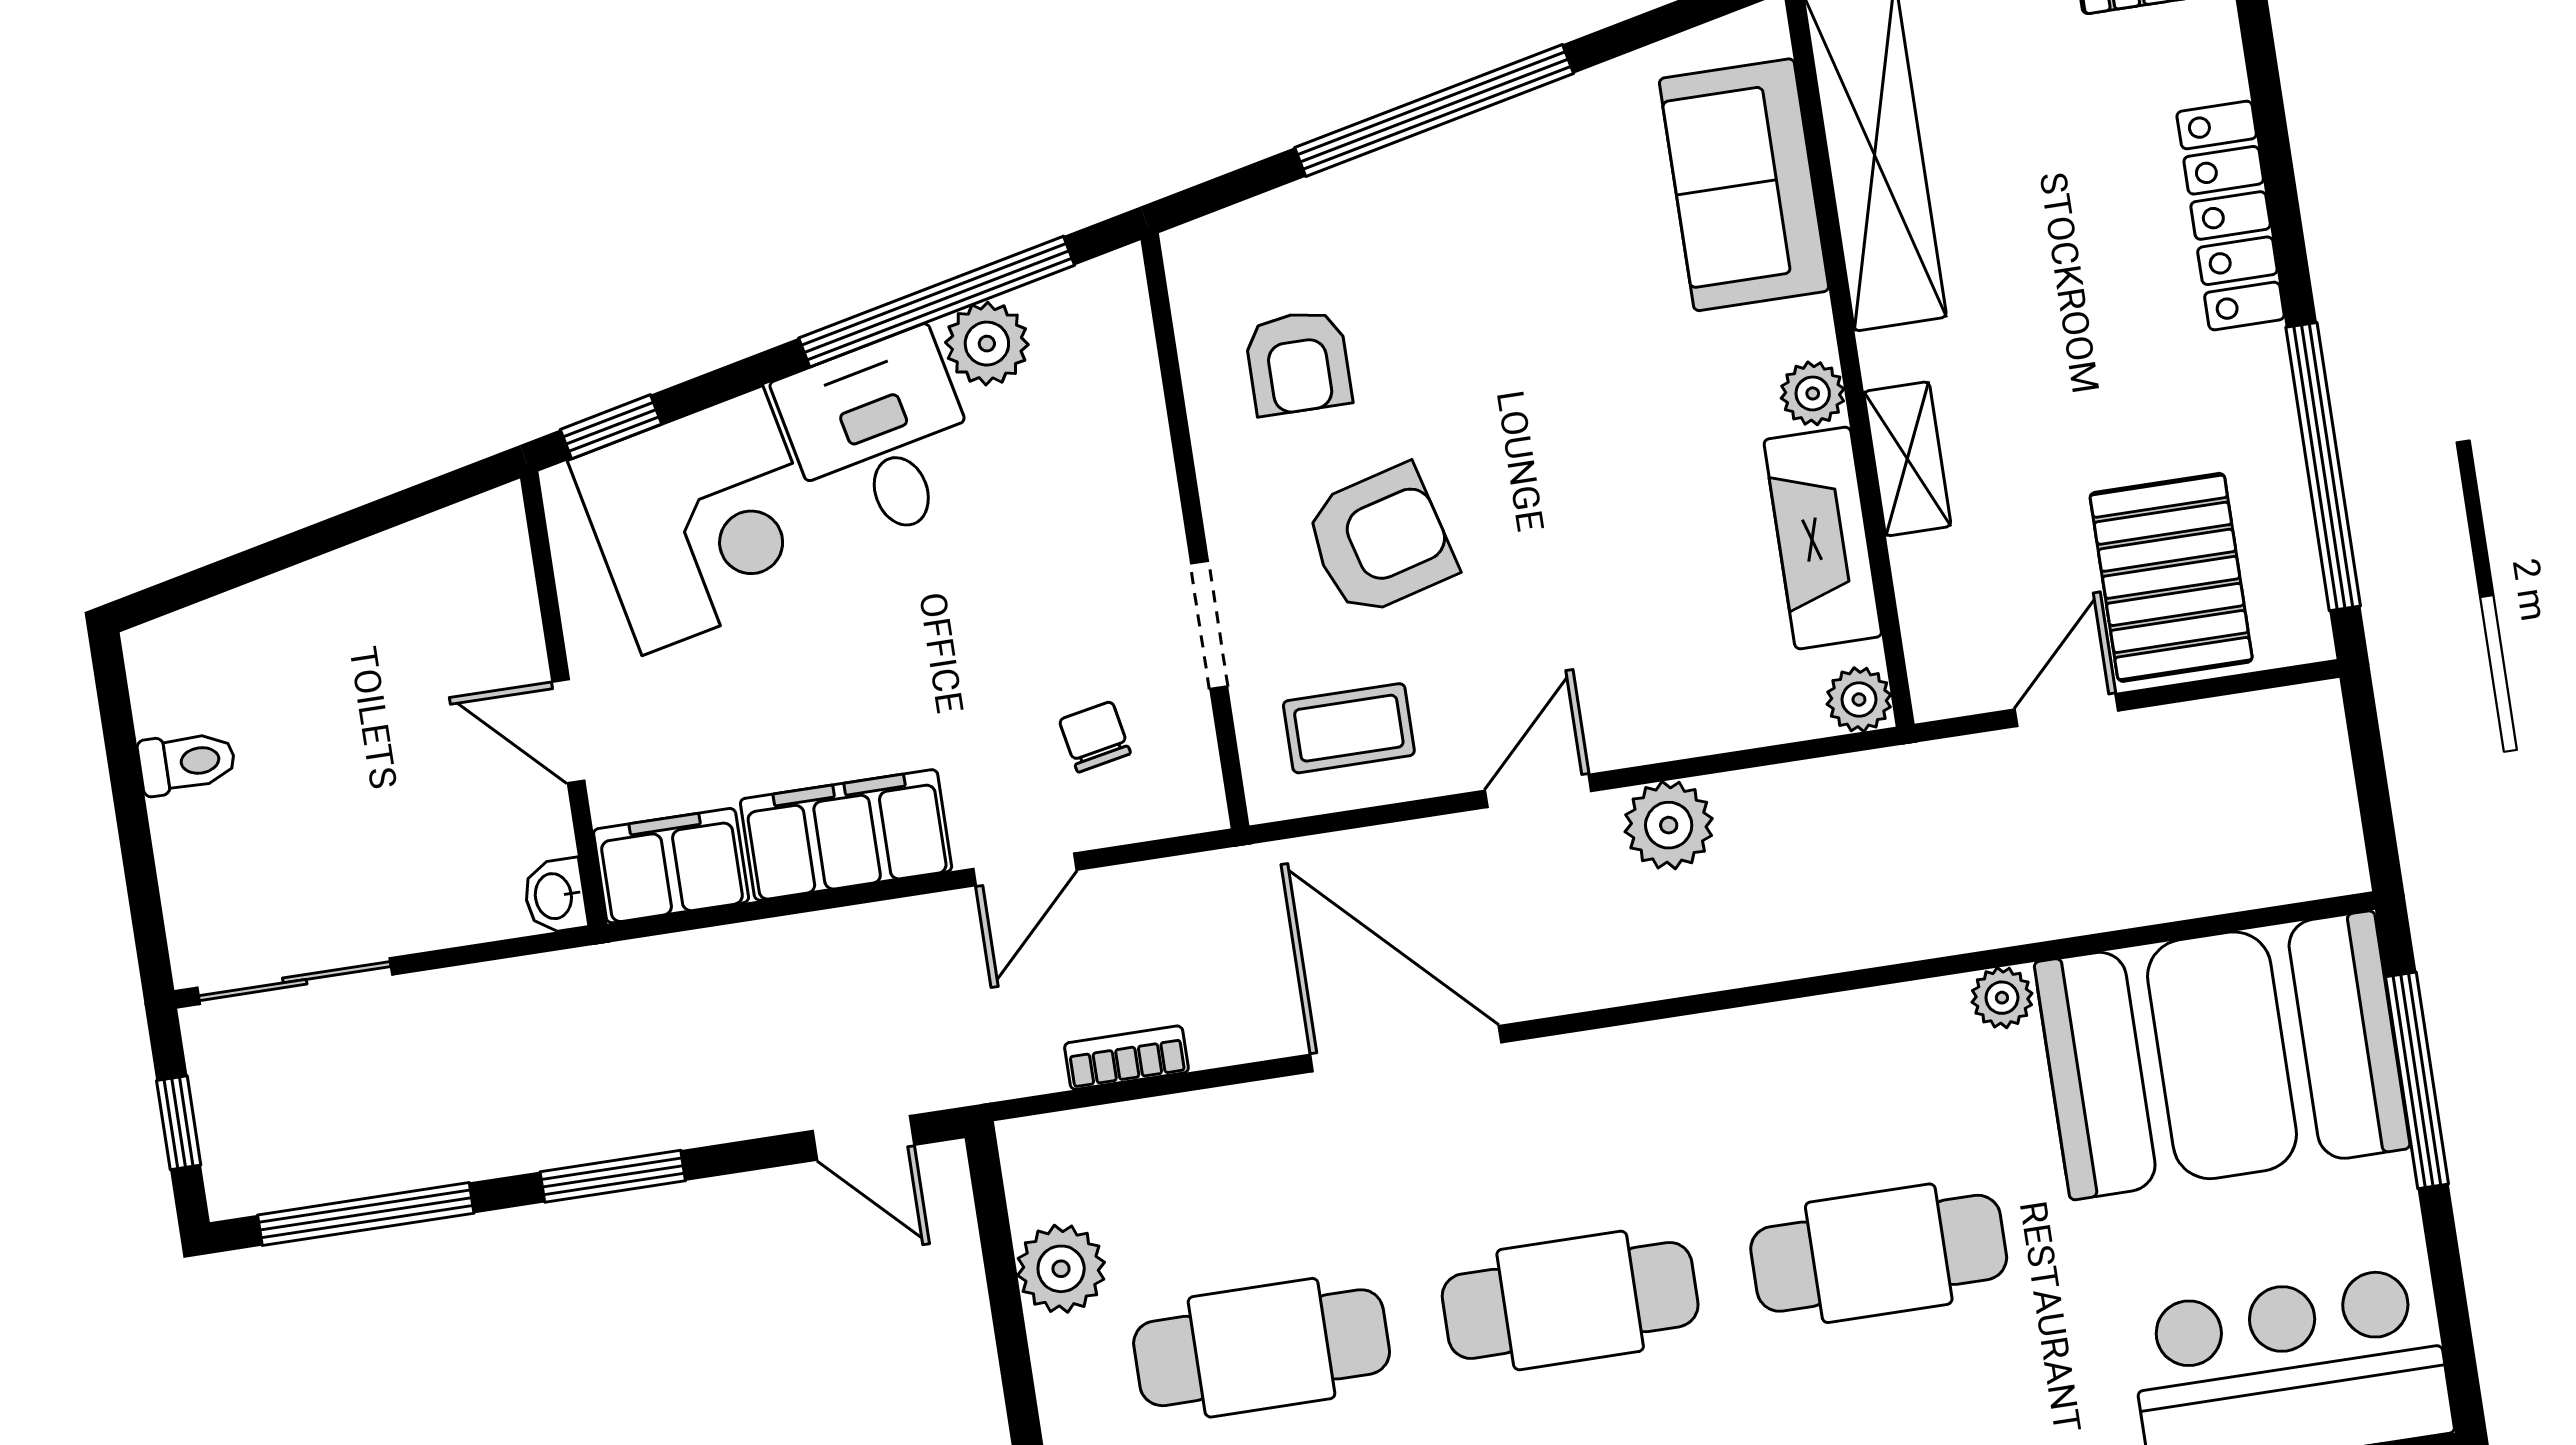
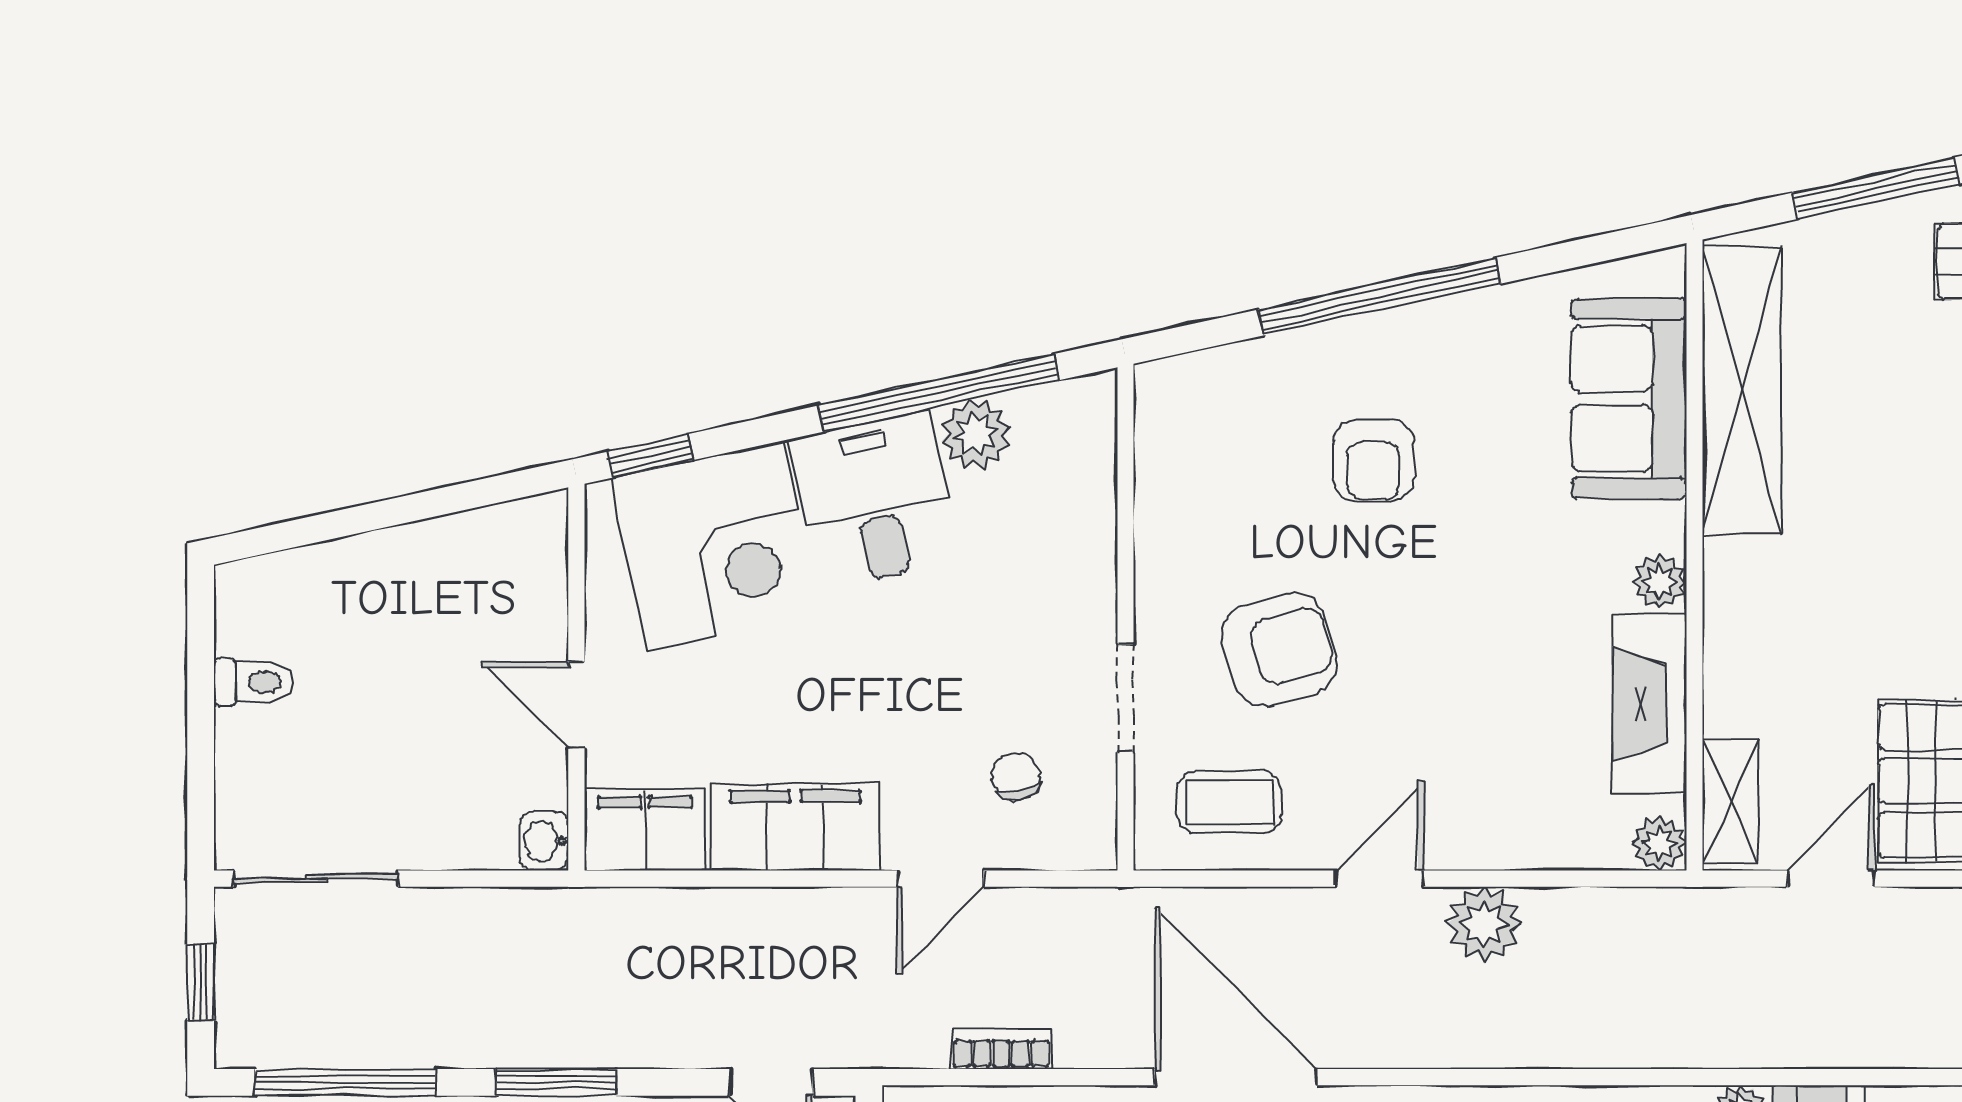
armchair: (1298, 362) -> (1373, 461), moved
shelving: (1907, 459) -> (1730, 801), moved

